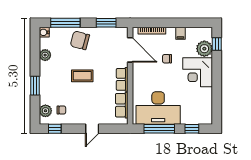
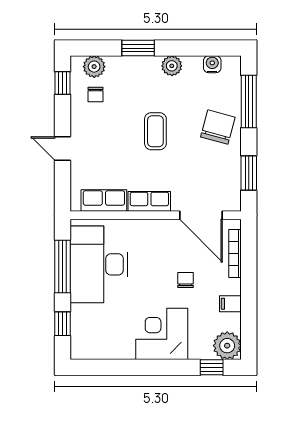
water cooler: (44, 32) -> (212, 64), moved
plant: (204, 49) -> (227, 346), moved
door: (130, 50) -> (201, 215), hinge flipped
plant: (45, 55) -> (172, 66), moved

